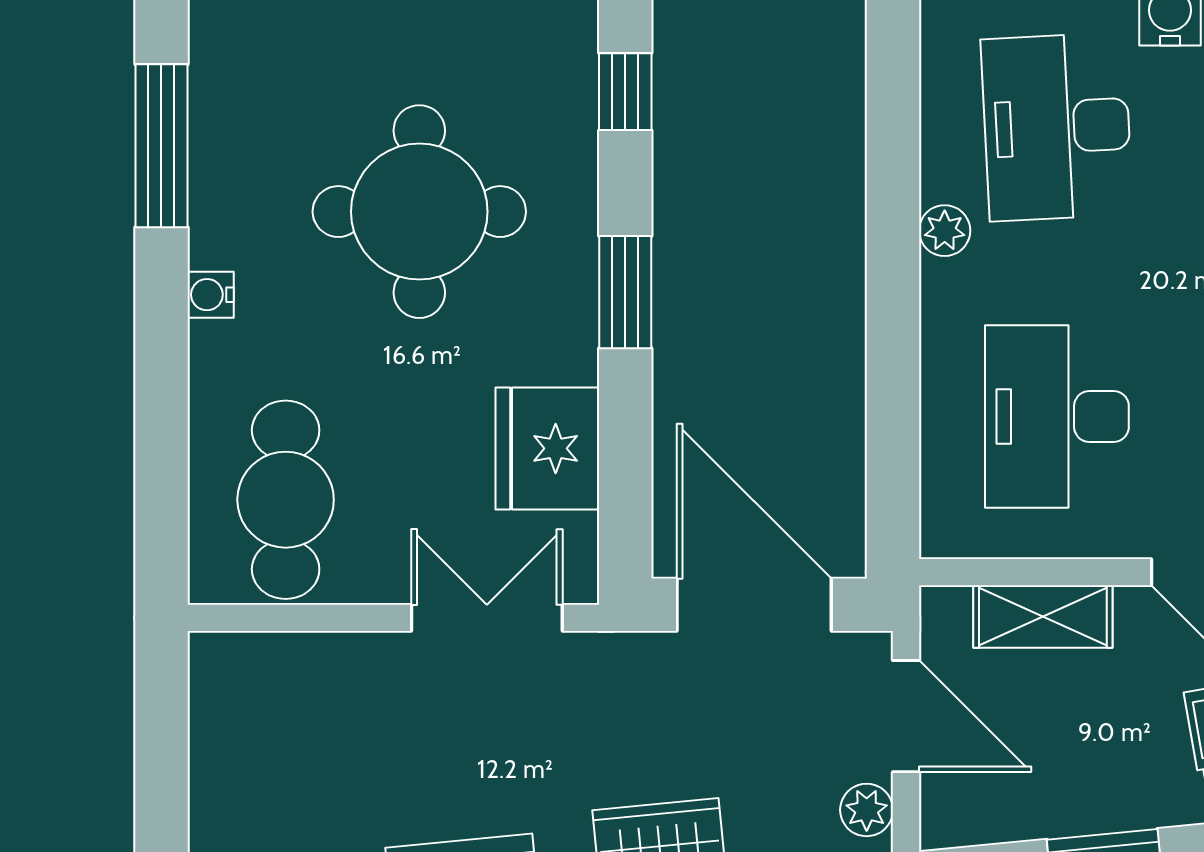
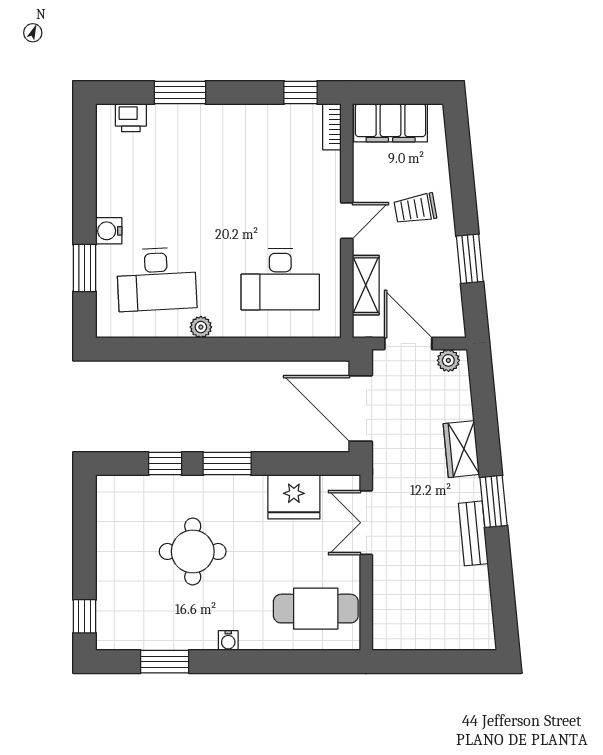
window: (625, 92) -> (165, 464), moved
window: (161, 146) -> (165, 662), width x0.69
round table: (419, 212) -> (193, 551), width x0.73, depth x0.73
door: (754, 605) -> (361, 408), hinge flipped
door: (906, 716) -> (408, 344), hinge flipped

